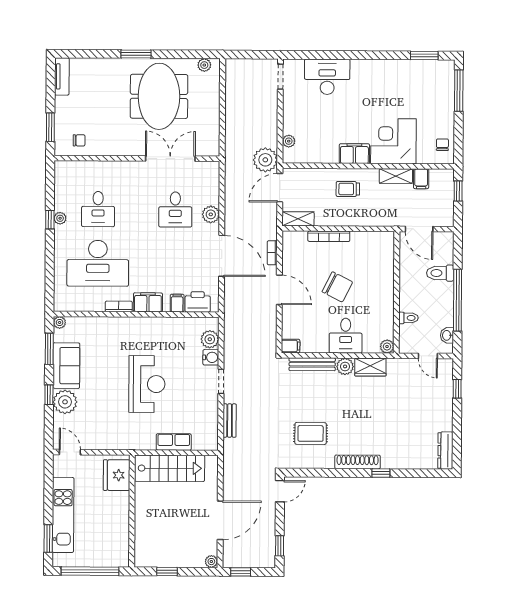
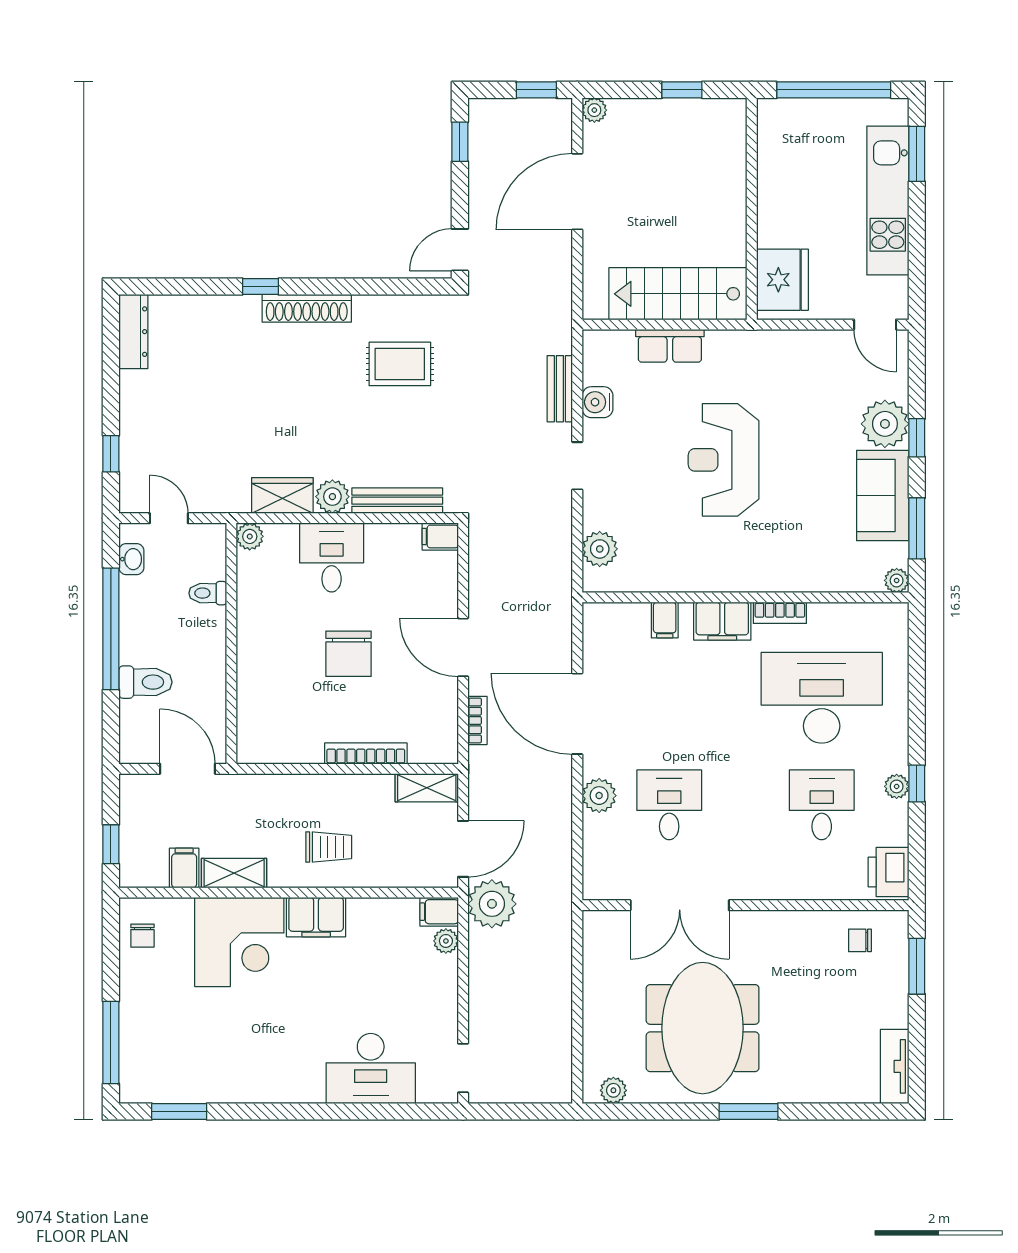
filing cabinet: (292, 156) -> (439, 912), added
chair: (337, 287) -> (348, 654), turned -117
printer: (198, 302) -> (888, 872), moved, turned 90
water cooler: (211, 357) -> (598, 402), moved

